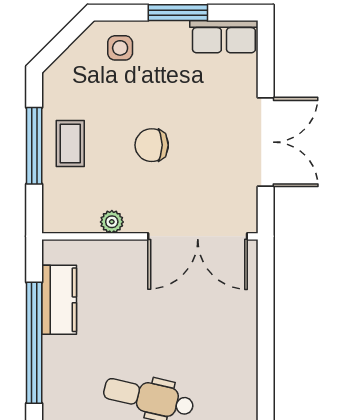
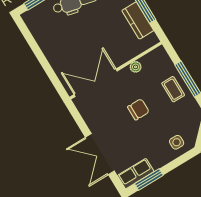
window: (178, 13) -> (149, 179), moved
double door: (266, 142) -> (100, 154), moved

